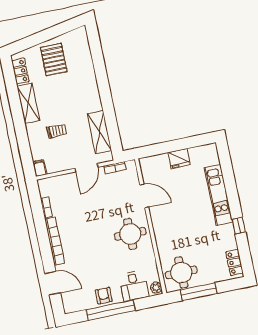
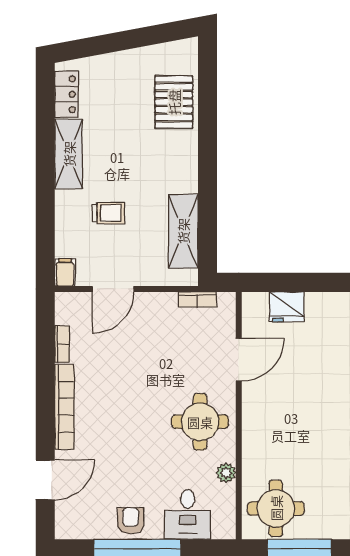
pallet: (54, 59) -> (174, 102), moved
fridge: (179, 158) -> (287, 307), moved
door: (86, 168) -> (113, 289), moved
door: (144, 196) -> (239, 360), hinge flipped
door: (53, 283) -> (45, 480), hinge flipped
plant: (156, 288) -> (226, 473), moved

